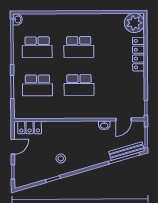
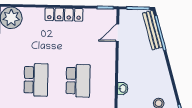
locker: (138, 54) -> (64, 14), moved
door: (123, 119) -> (117, 33), swing flipped
washbasin: (104, 125) -> (123, 88), moved

